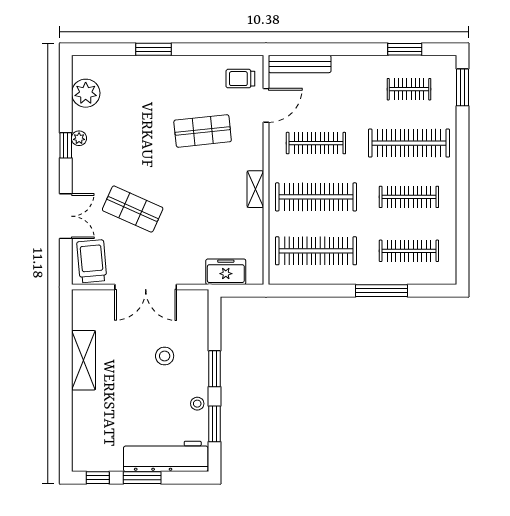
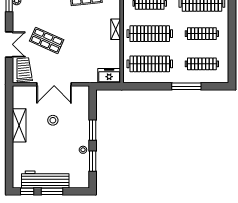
freezer: (226, 272) -> (109, 76), moved
stool: (165, 356) -> (53, 120), moved
workbench: (166, 456) -> (45, 179), moved

